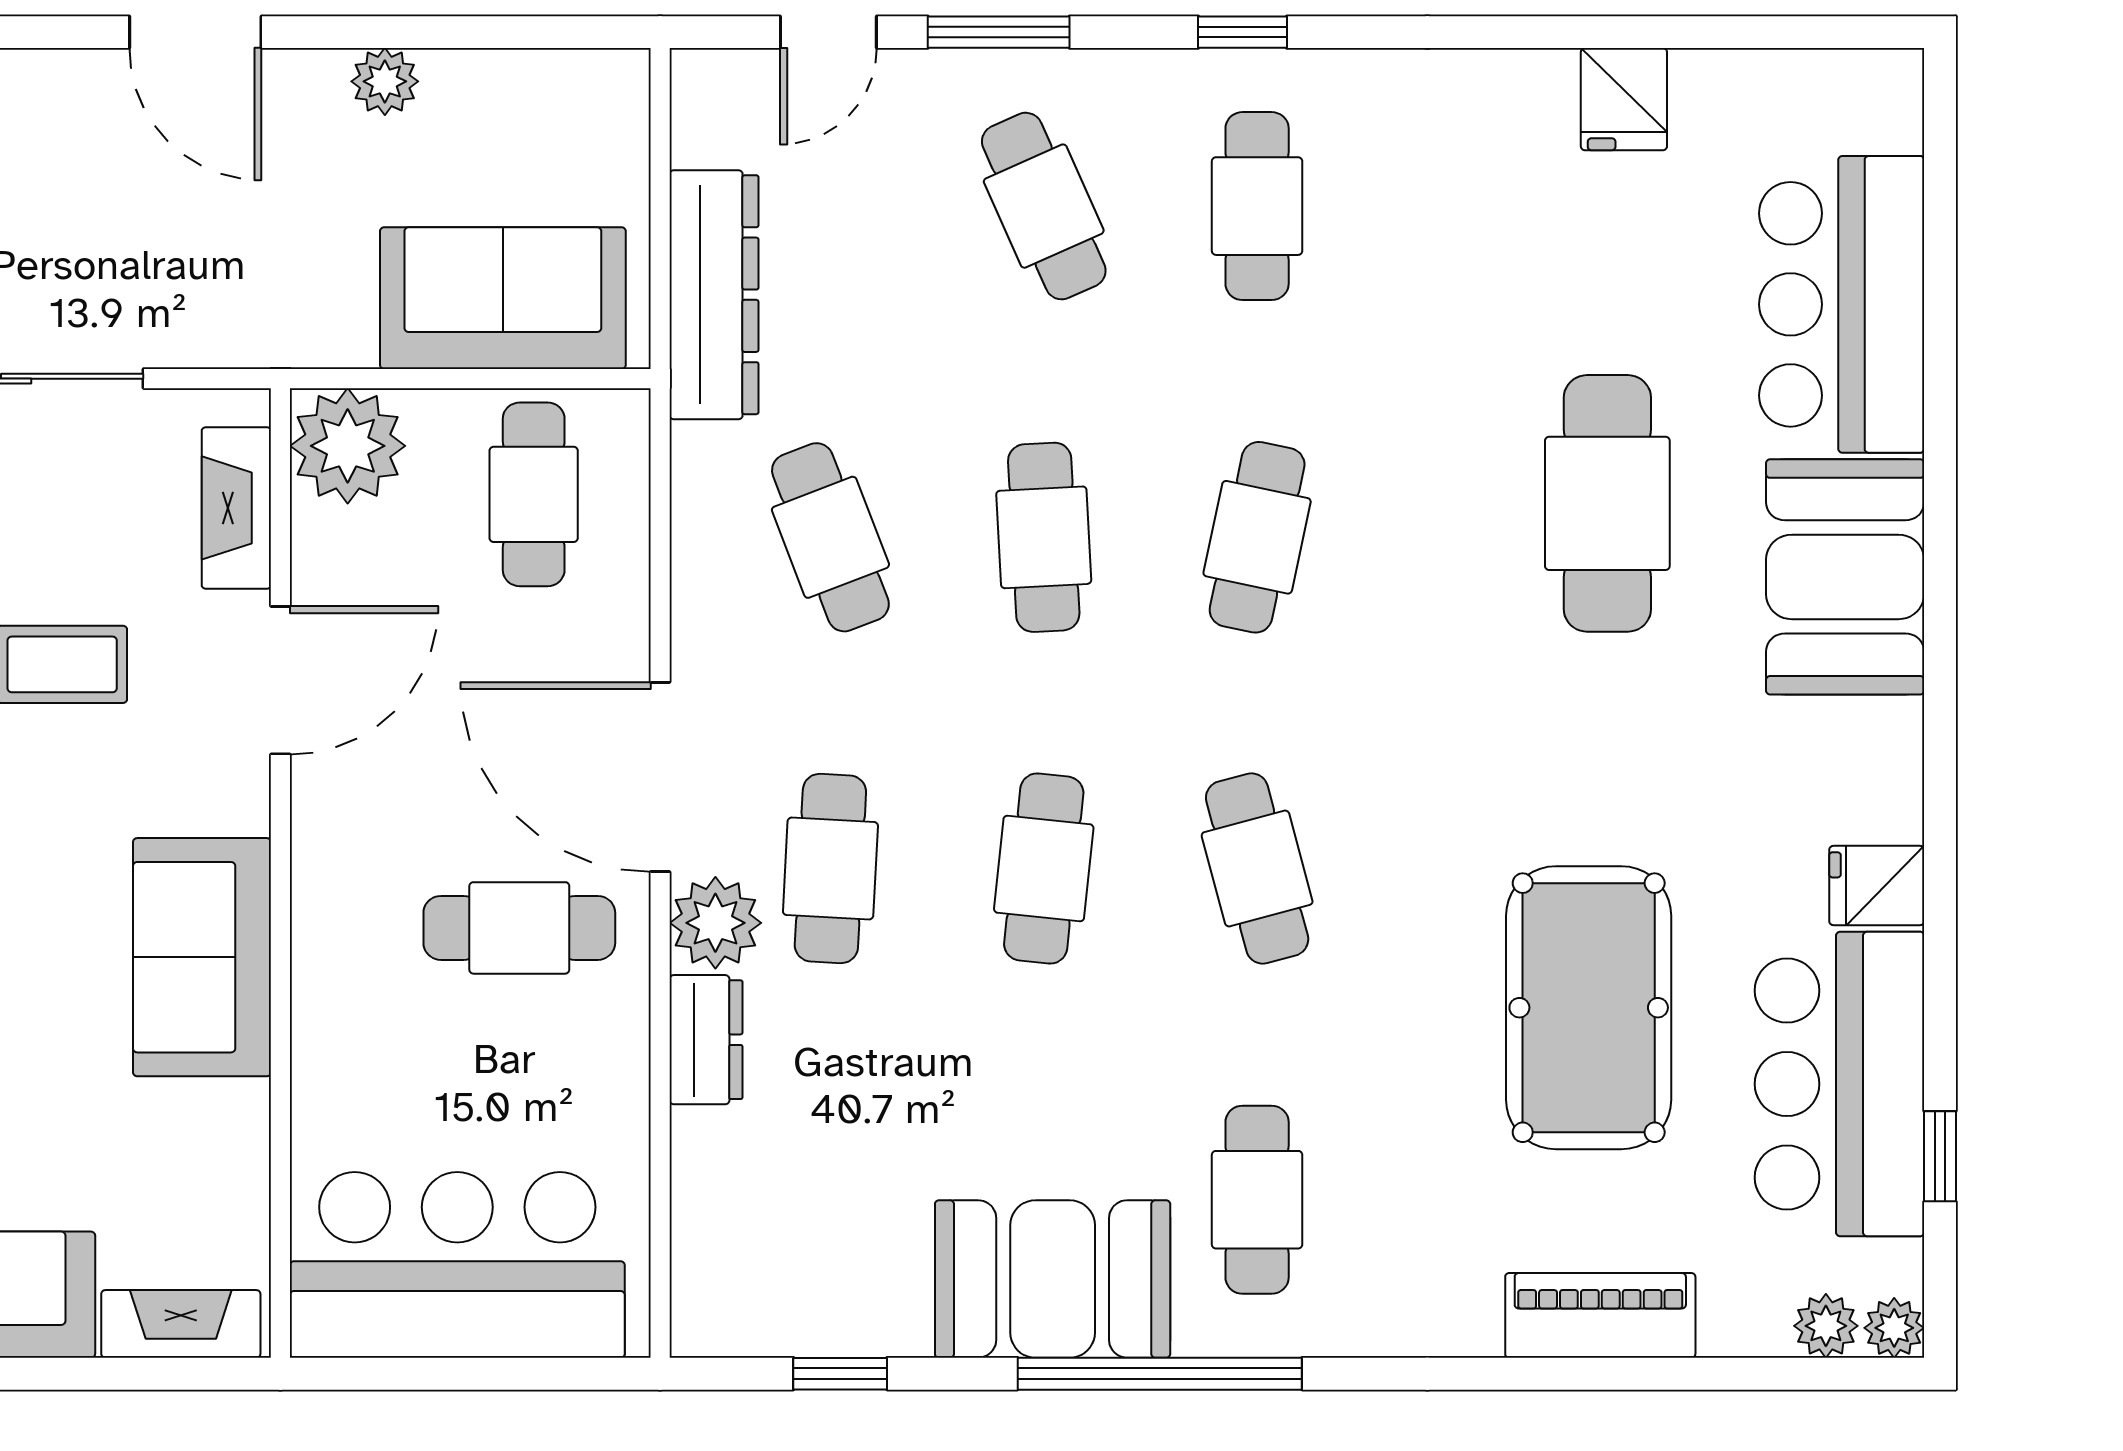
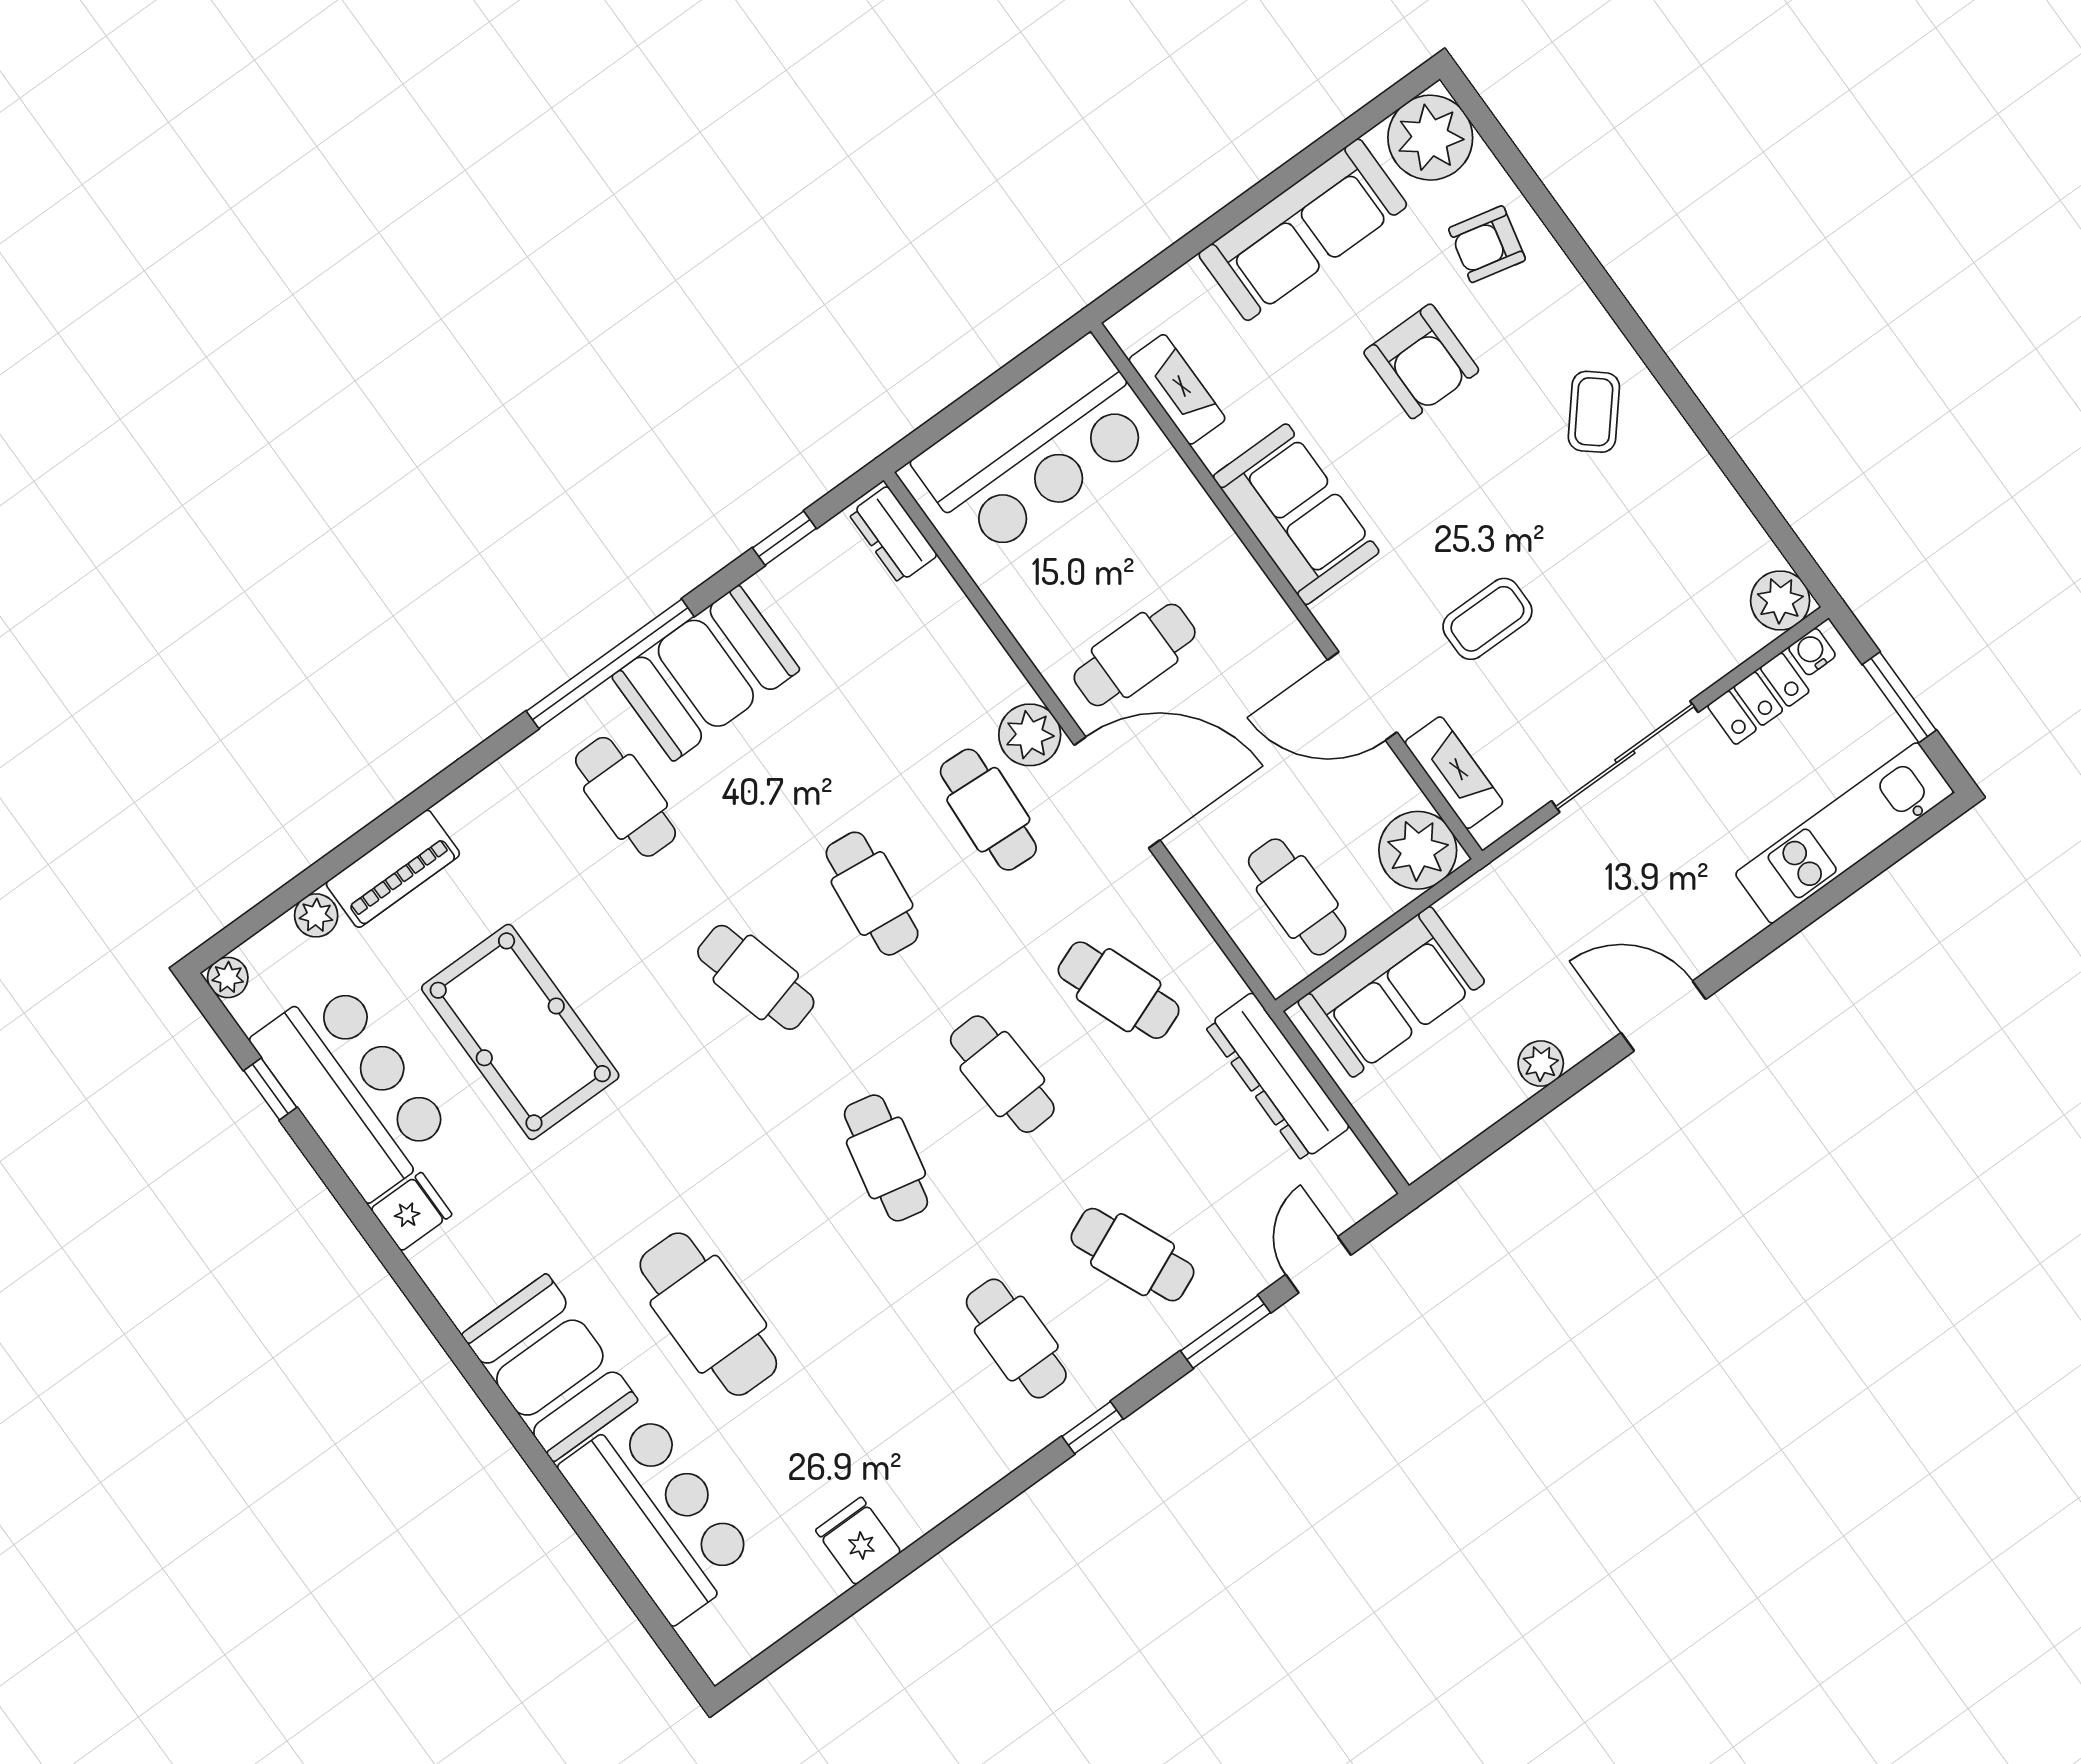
door: (280, 680) -> (1362, 696), hinge flipped
dresser: (706, 1040) -> (893, 535), moved
fireplace: (181, 1324) -> (1177, 389), moved, turned -90
plant: (1826, 1326) -> (316, 915), moved

